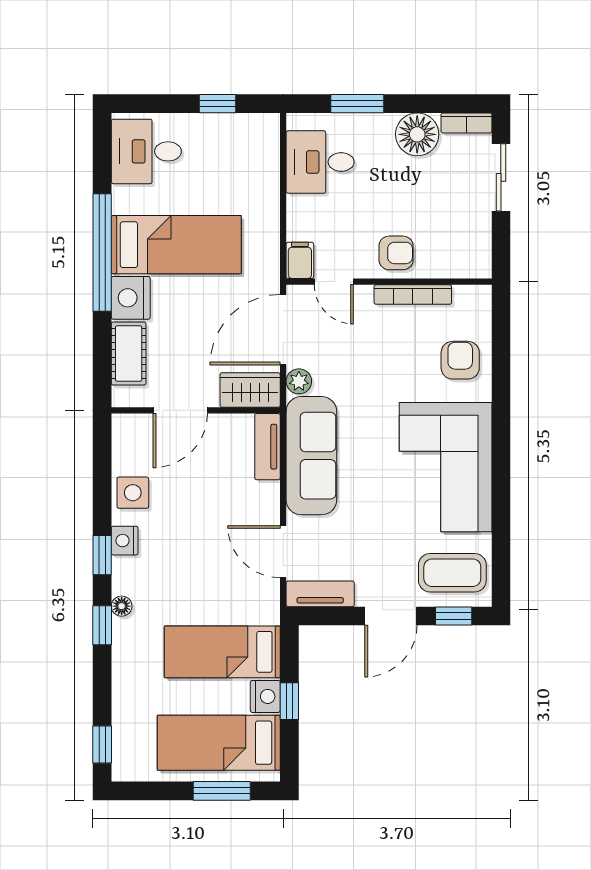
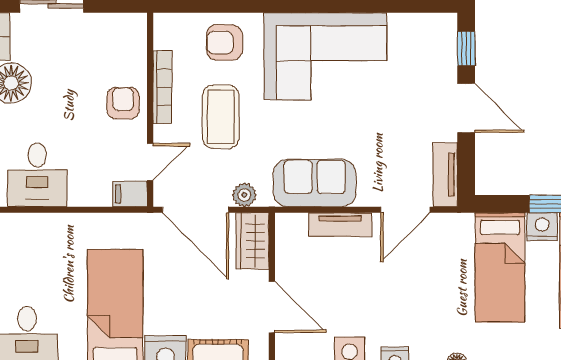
tv unit: (267, 447) -> (340, 225), moved
sofa: (311, 456) -> (315, 183), width x0.73
coffee table: (452, 573) -> (221, 117), moved

